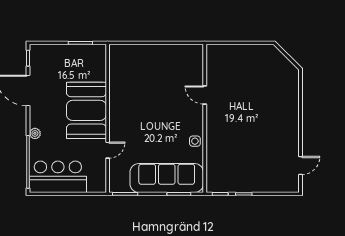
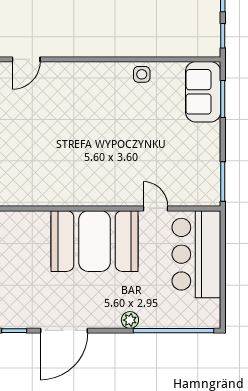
door: (205, 95) -> (26, 59), moved
bar counter: (58, 177) -> (196, 254), moved
sofa: (167, 178) -> (203, 92), width x0.54, depth x0.79

